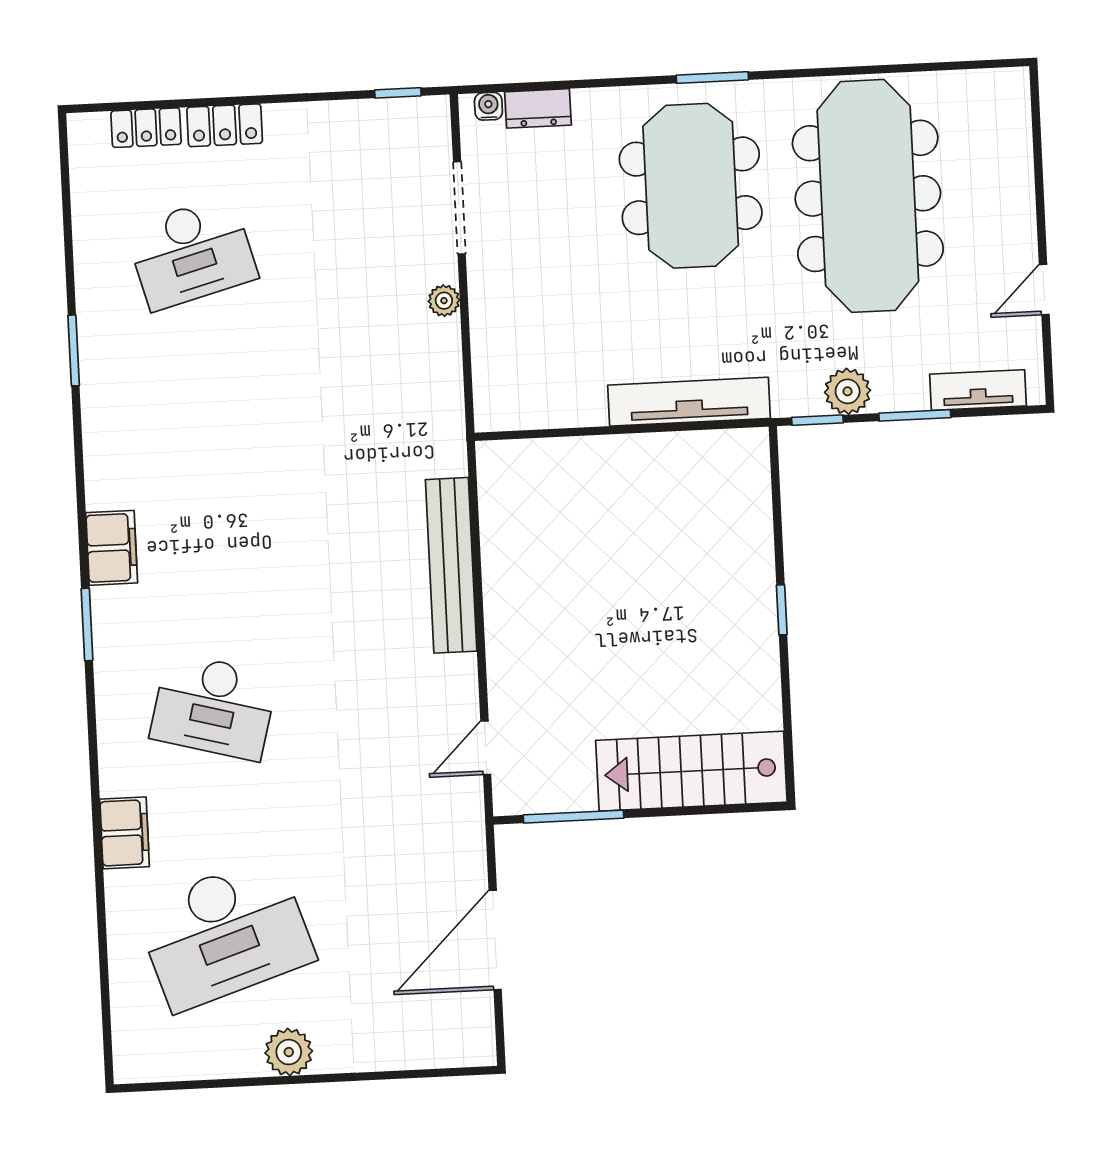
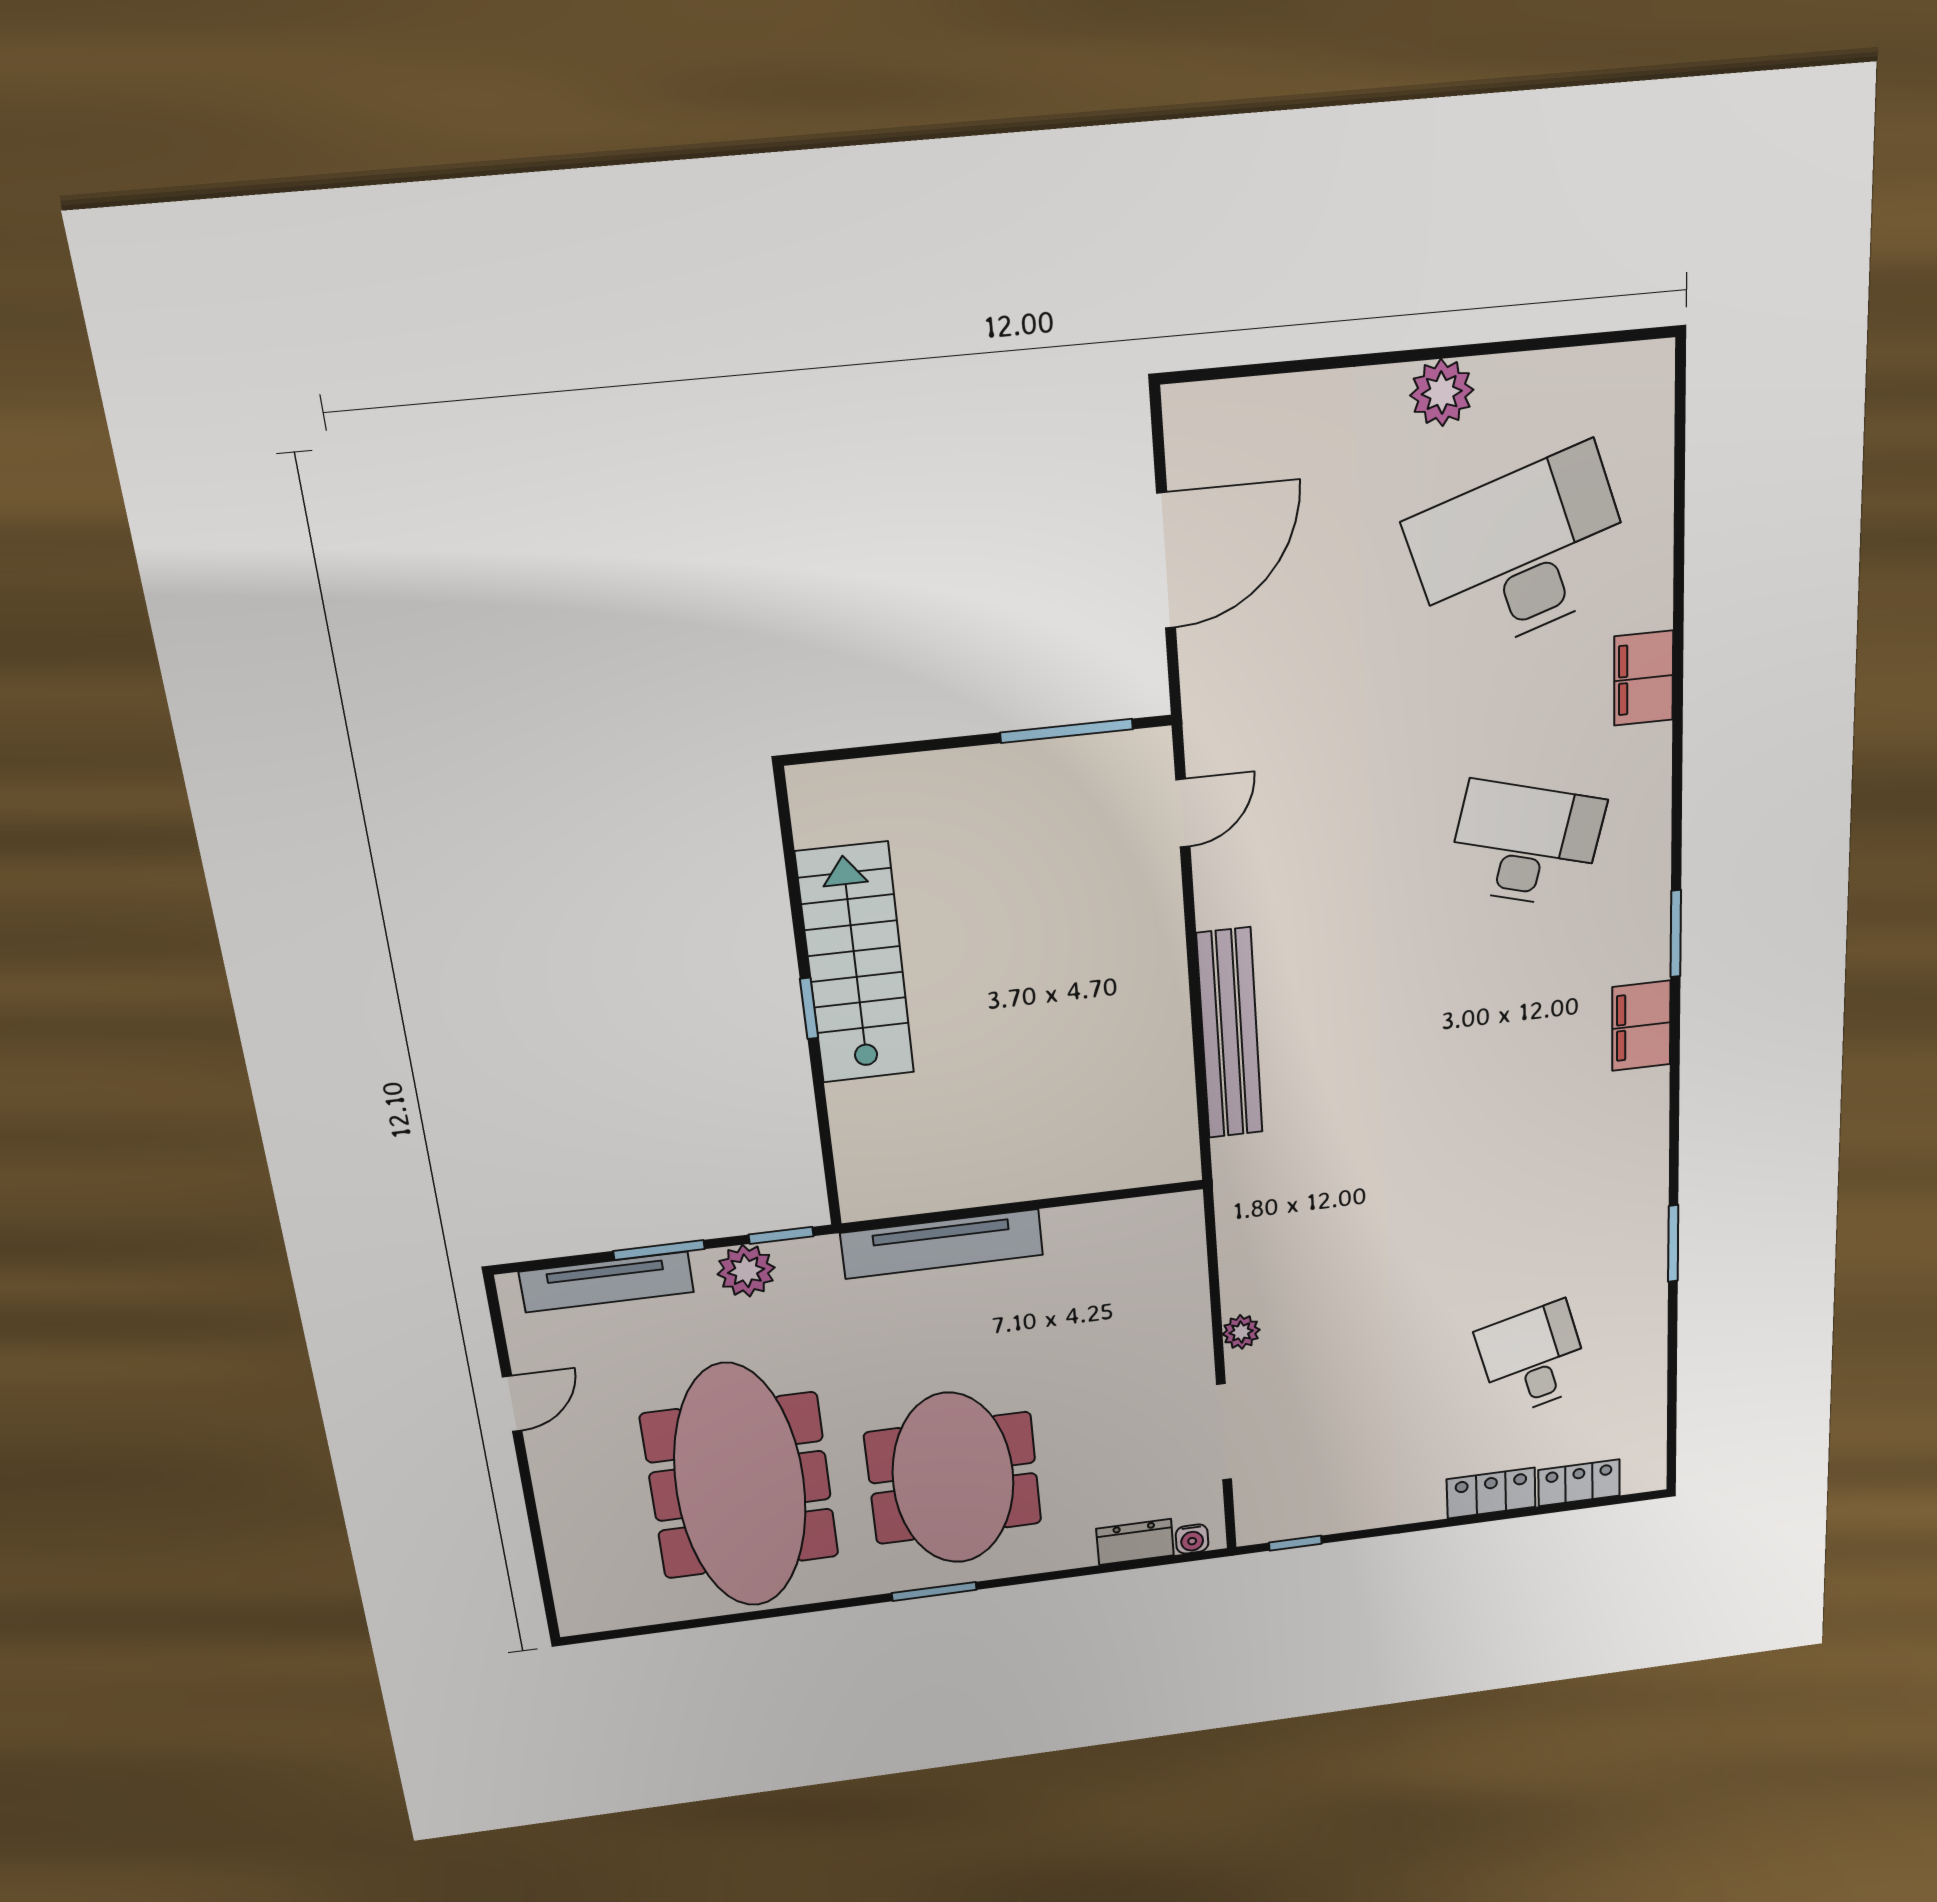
desk: (192, 253) -> (1533, 1359), width x0.73
tv unit: (978, 390) -> (607, 1282), width x1.41
stairs: (691, 771) -> (855, 964), moved, turned -90

